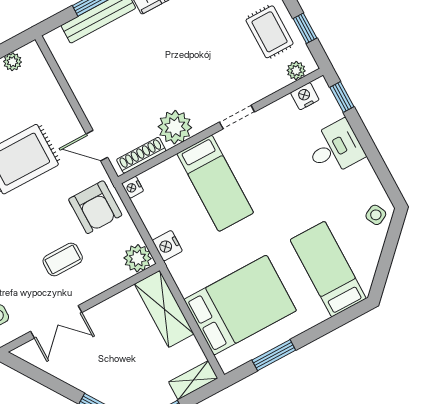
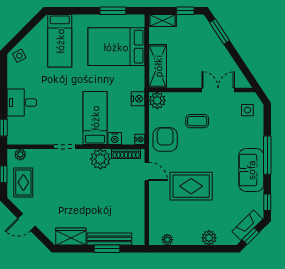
nightstand: (305, 96) -> (115, 139), moved

